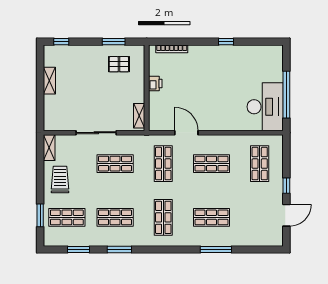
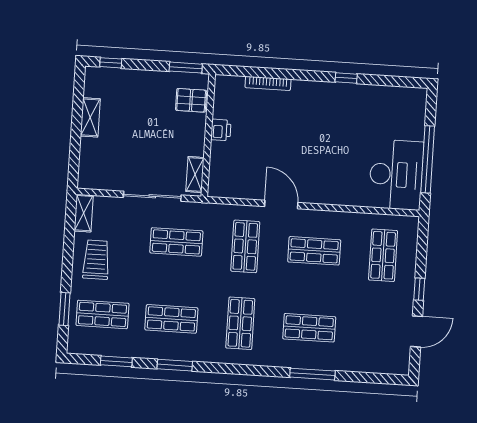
printer: (155, 83) -> (221, 130), moved
wall: (147, 88) -> (208, 135), moved
shelving: (139, 116) -> (195, 174), moved

